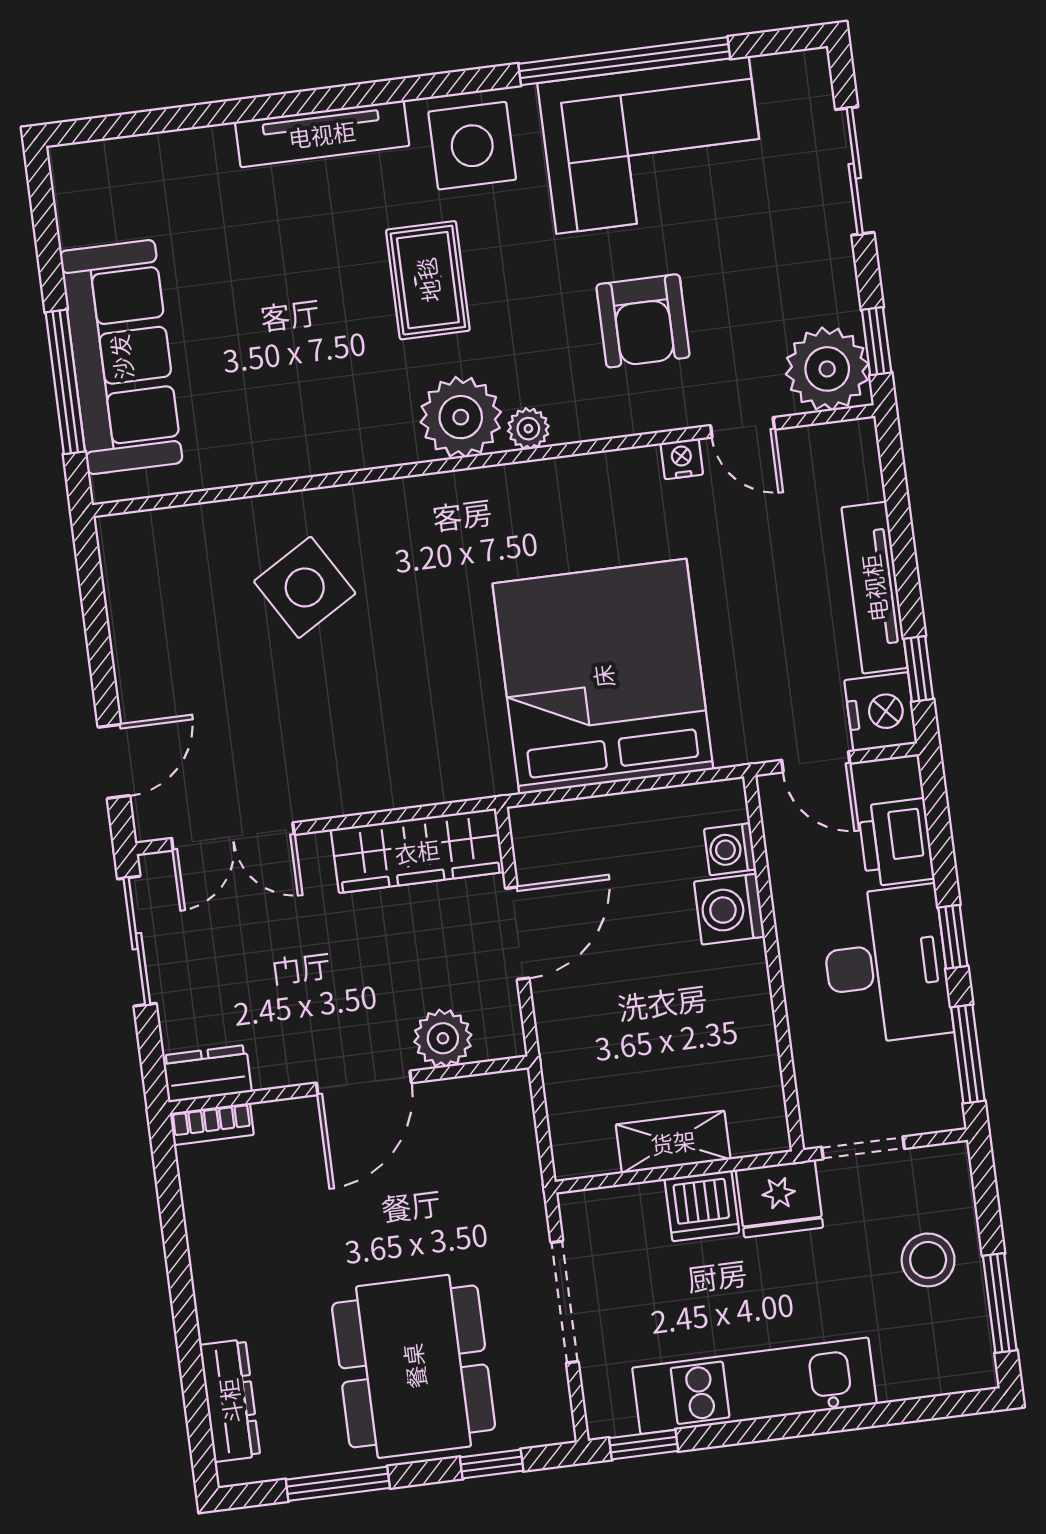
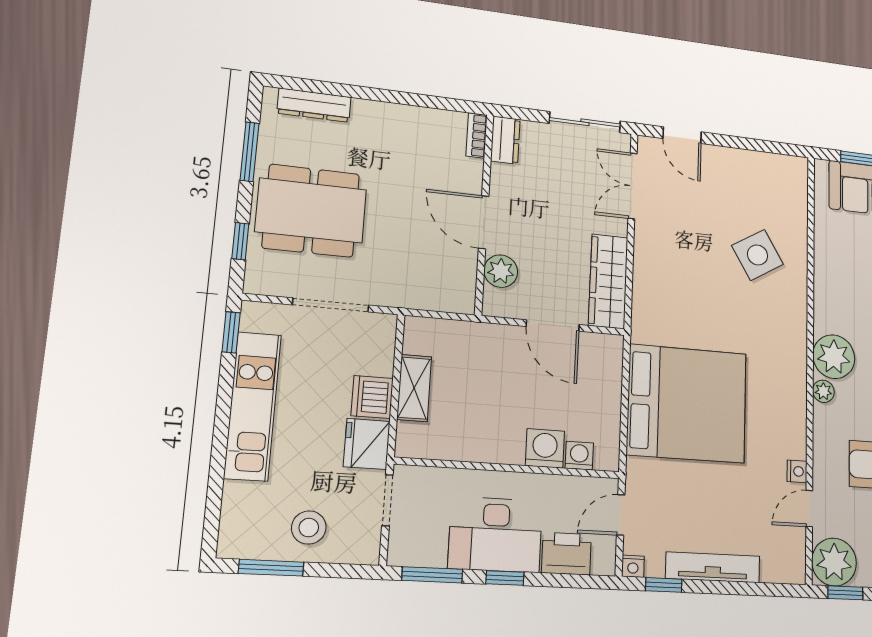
nightstand: (881, 712) -> (633, 566), width x0.53, depth x0.56

